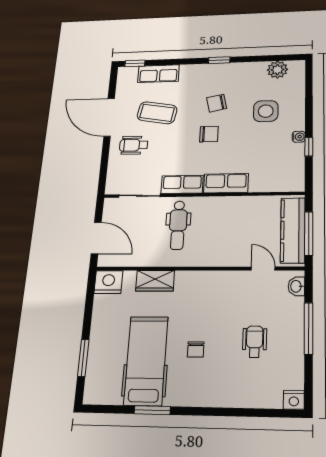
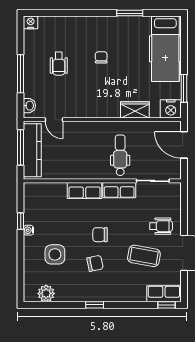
row of seats: (158, 74) -> (164, 294), moved
window: (83, 358) -> (184, 88), moved
hospital bed: (146, 360) -> (165, 49), moved

